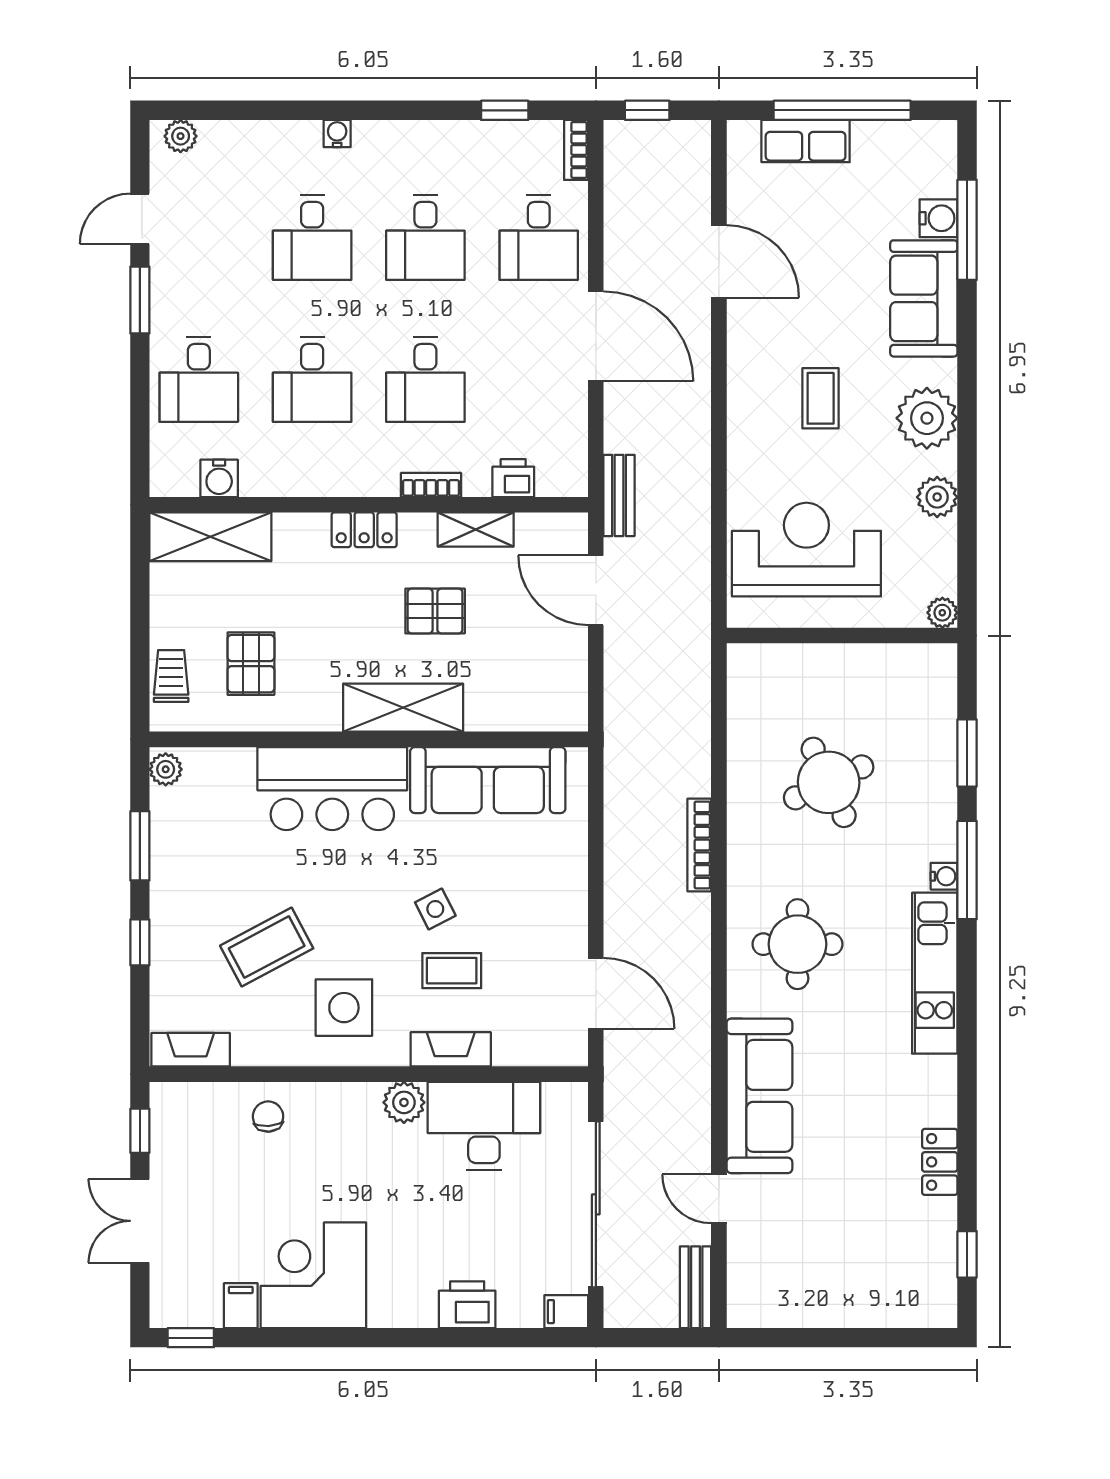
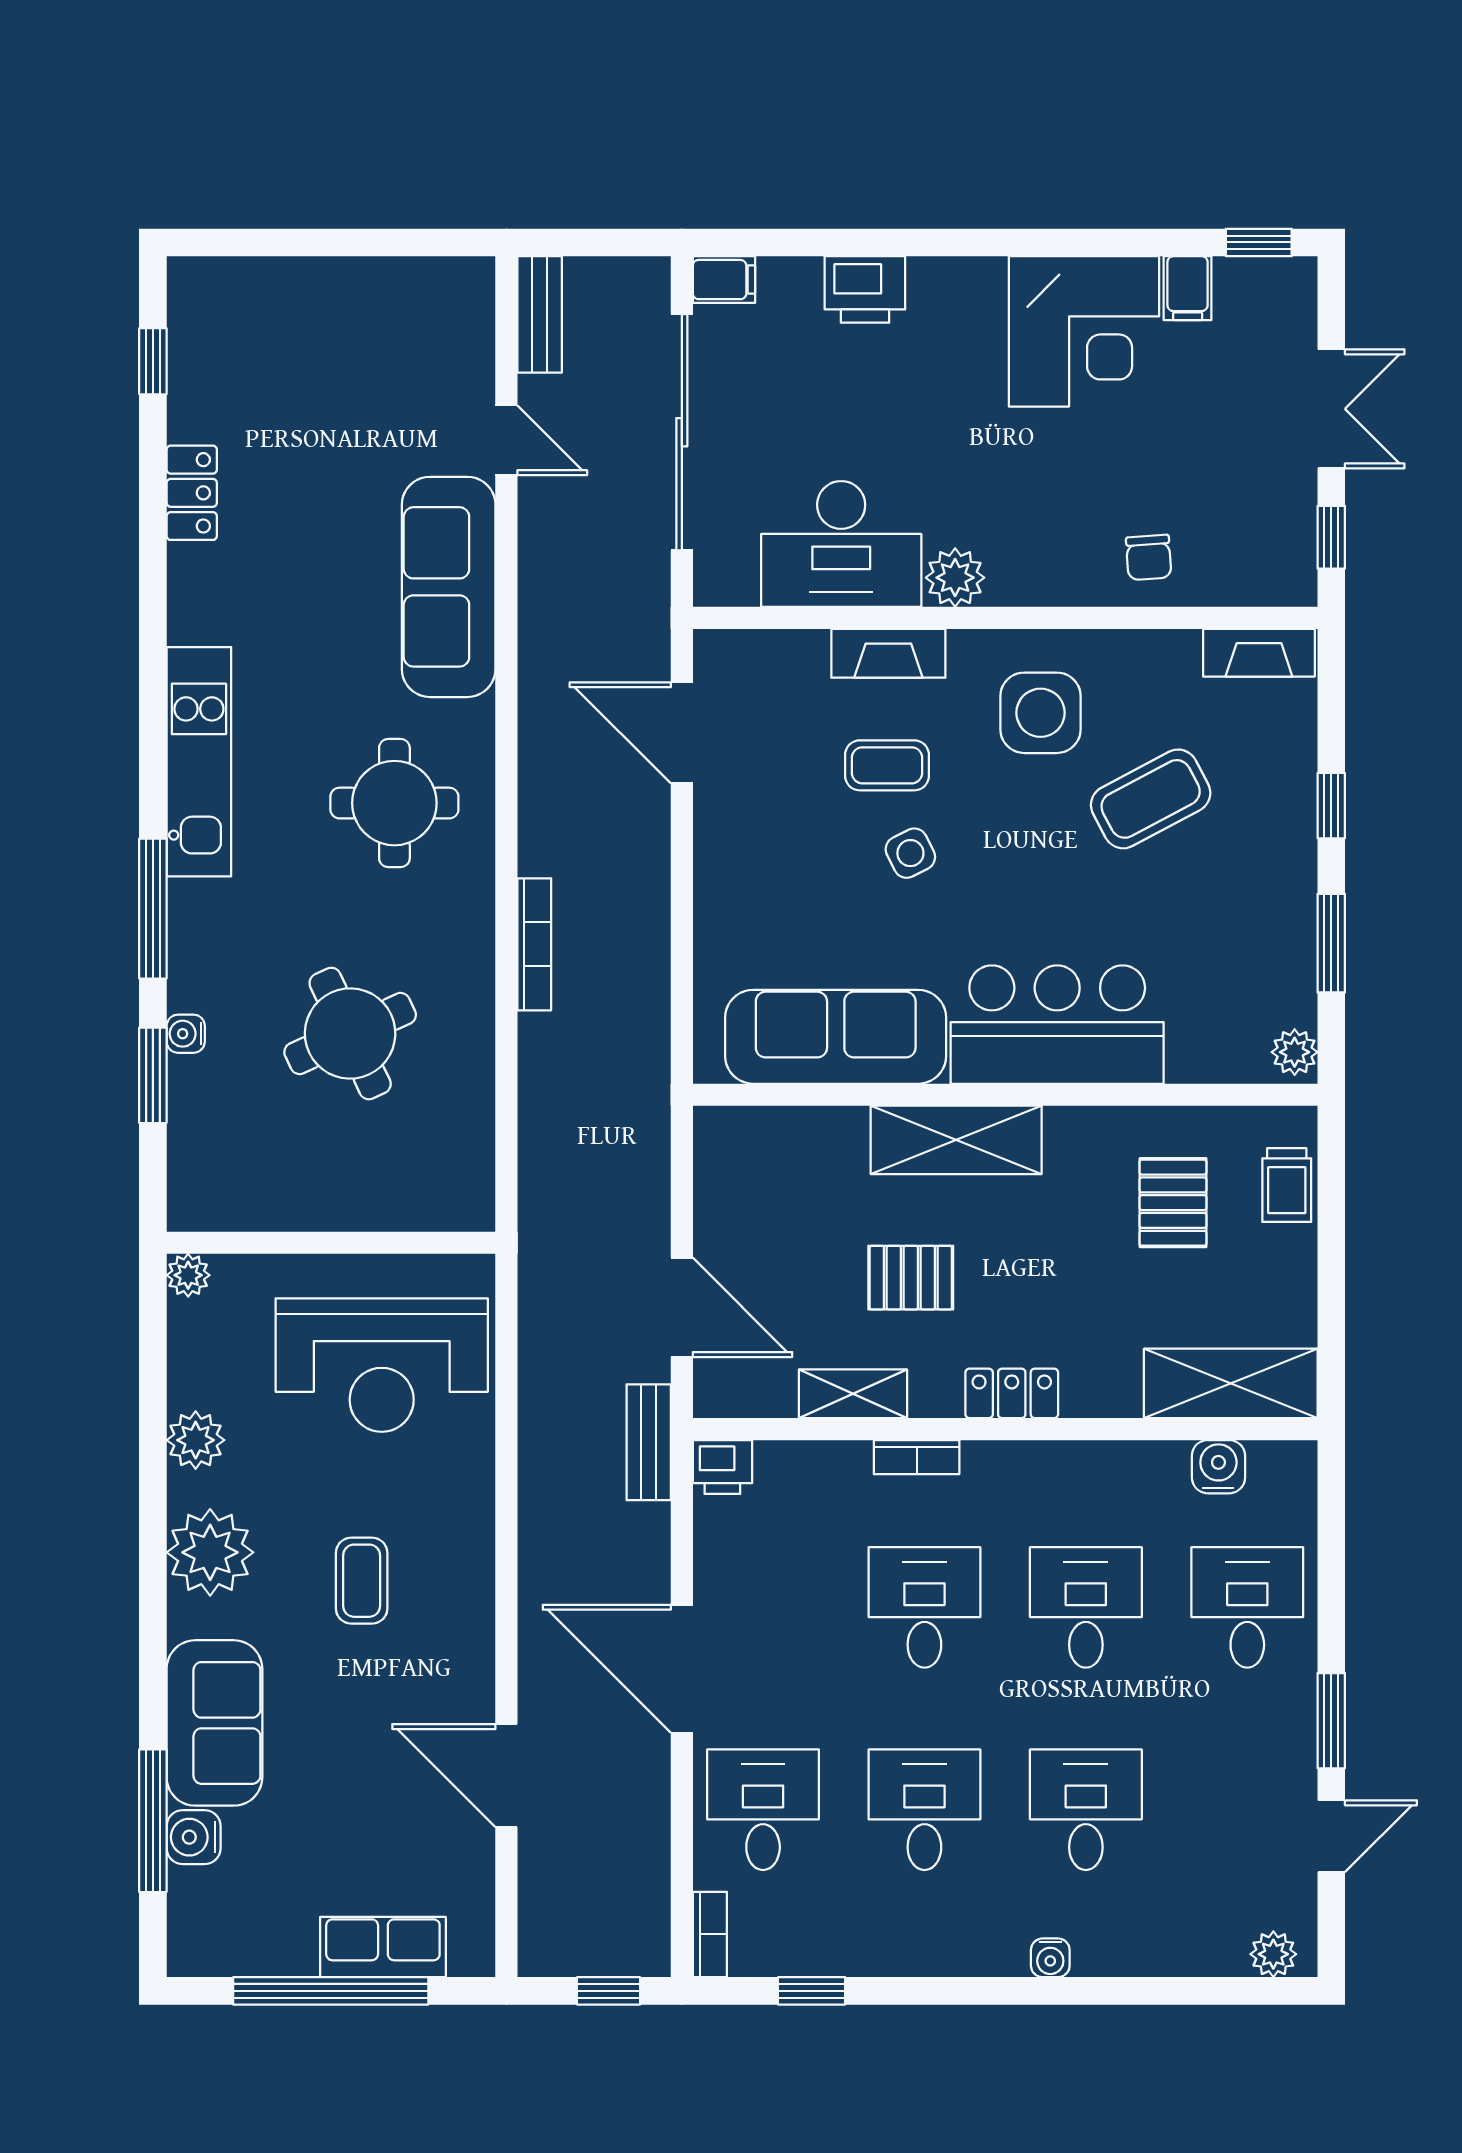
printer: (513, 478) -> (722, 1467), moved
water cooler: (944, 876) -> (186, 1034), moved

